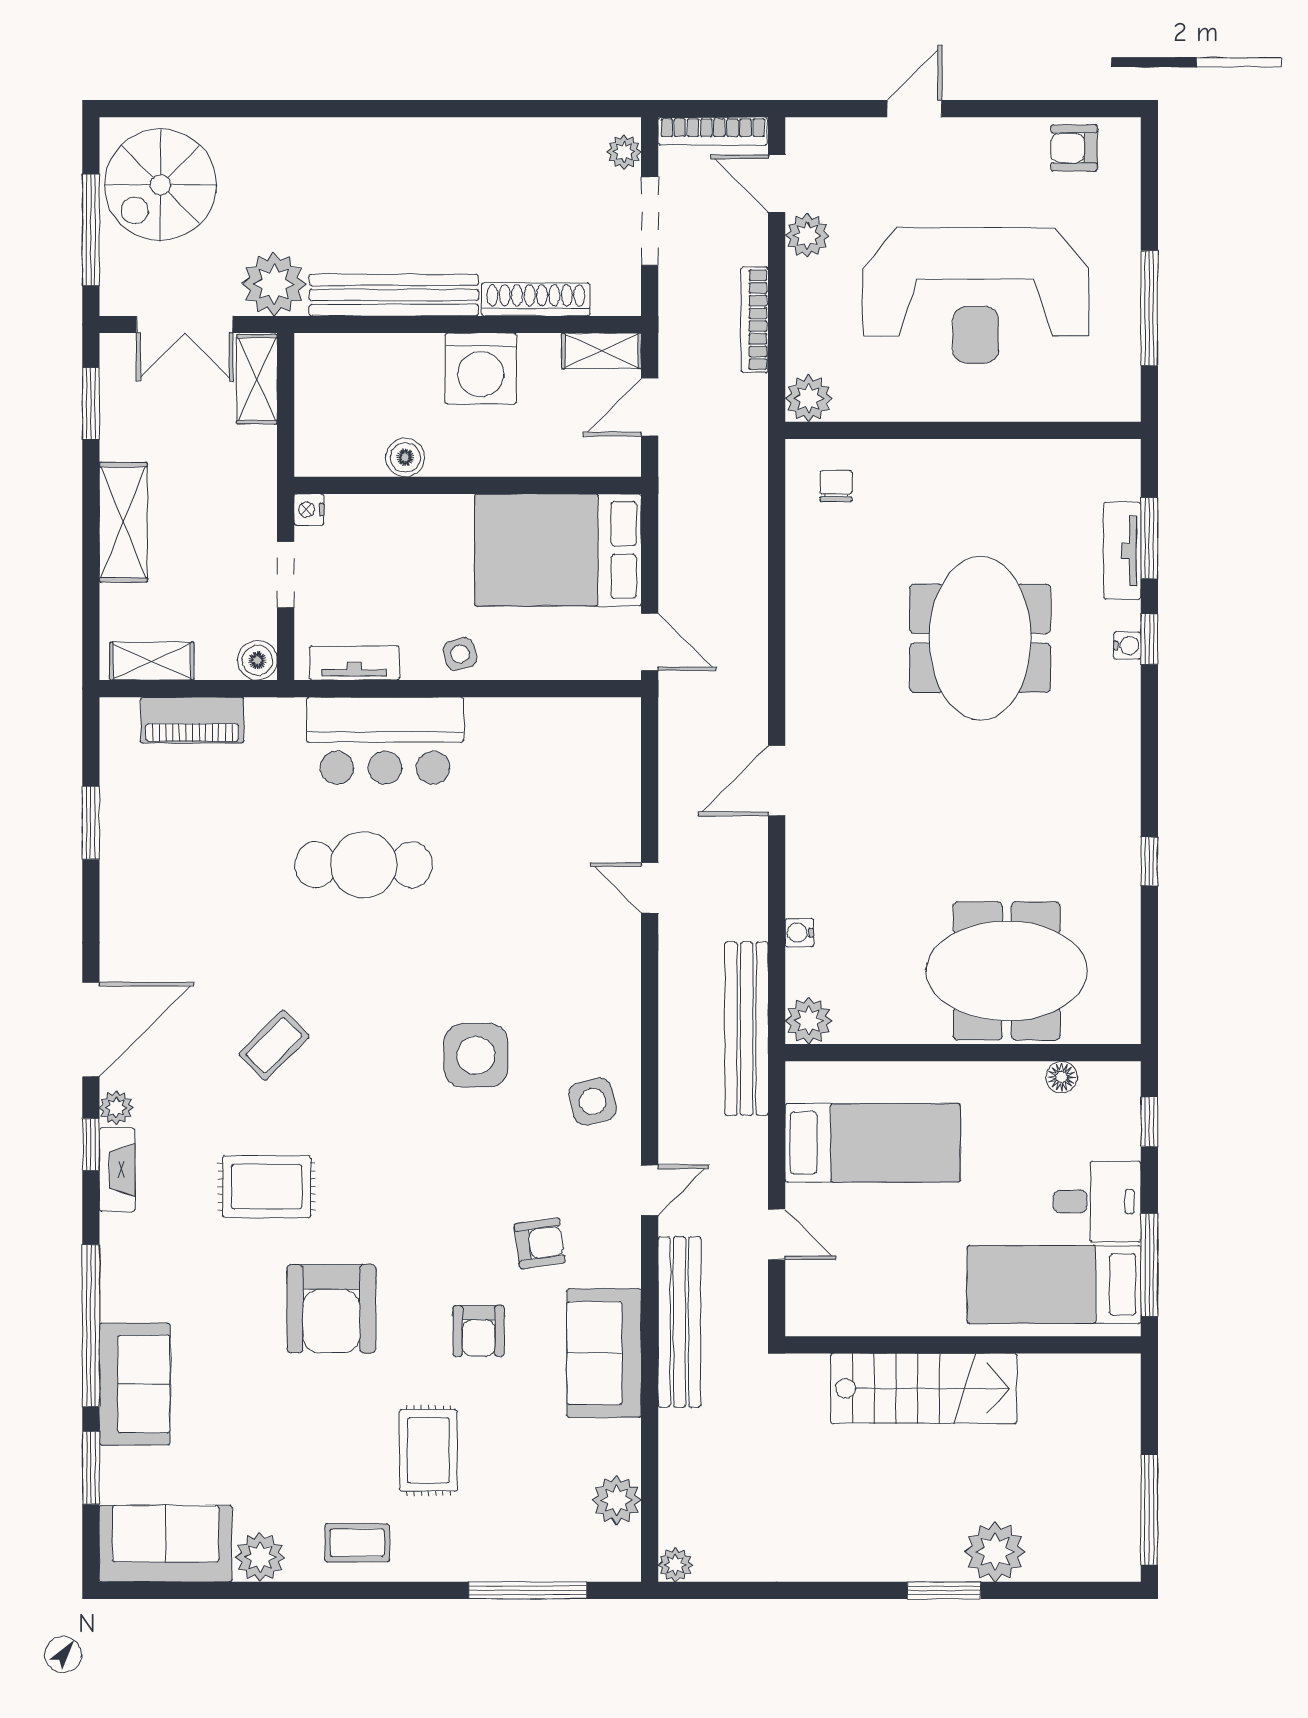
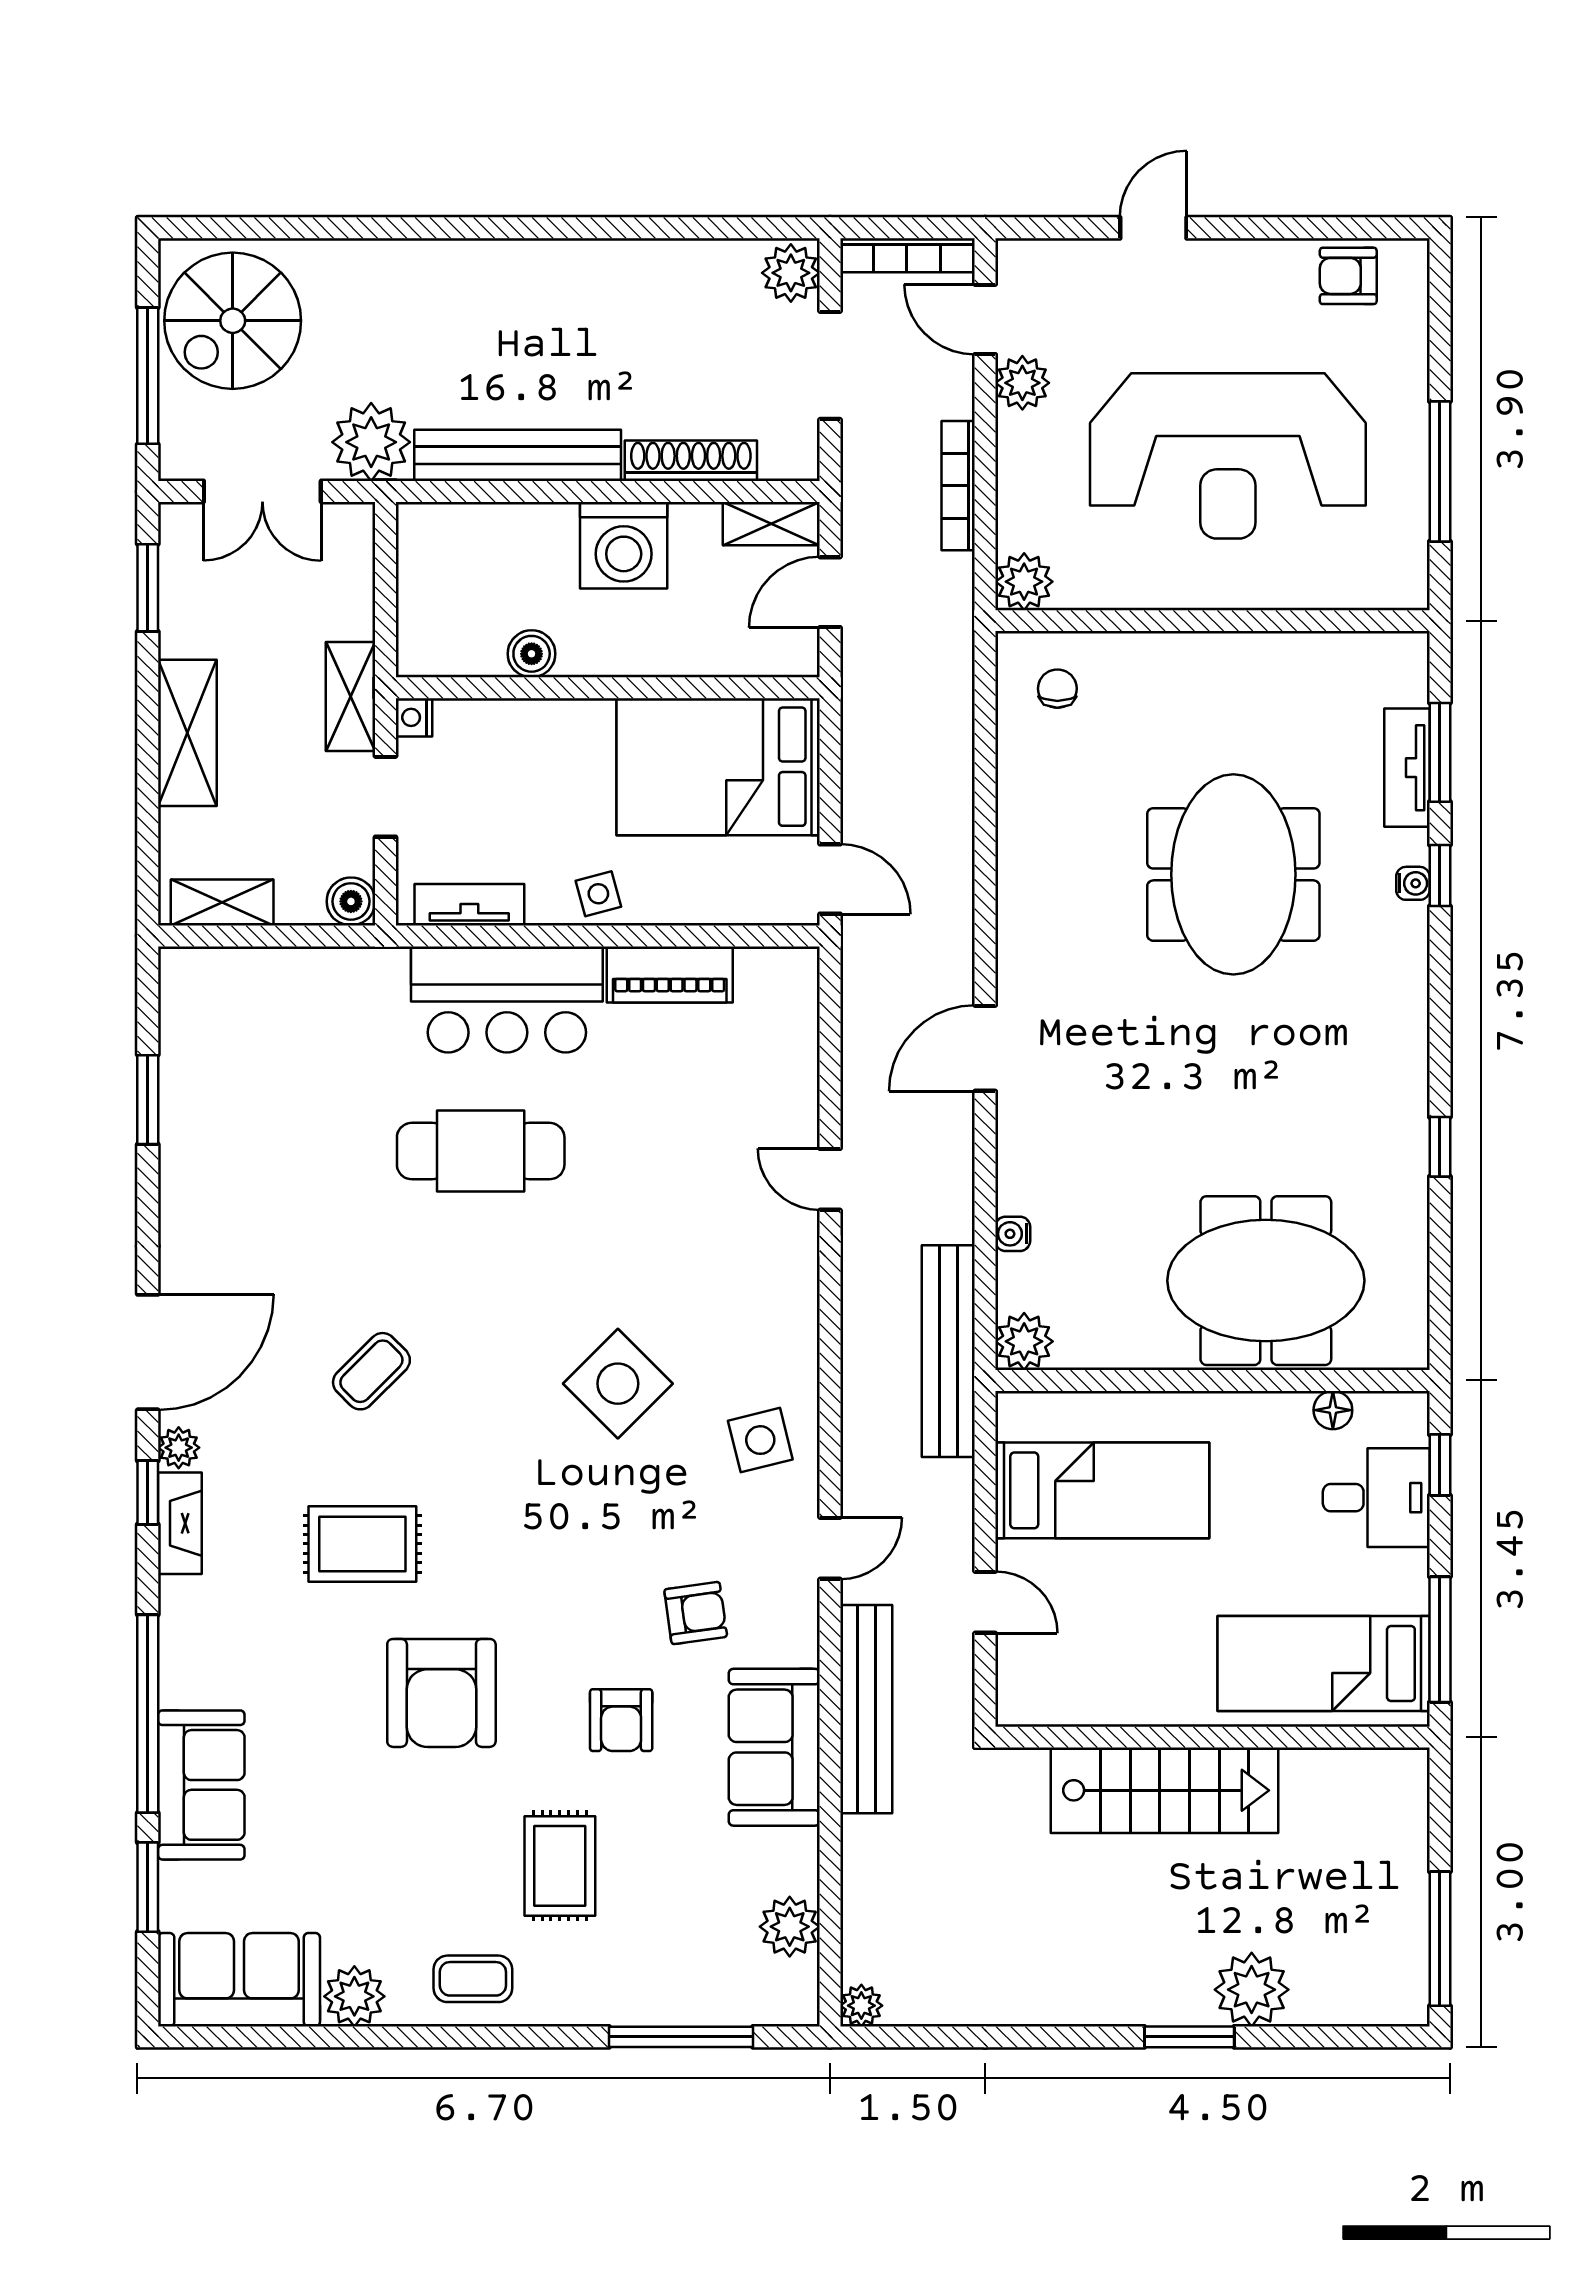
plant: (624, 152) -> (791, 273), width x1.38, depth x1.38
shelving: (257, 379) -> (351, 697), moved
piano: (192, 720) -> (670, 974), moved
side table: (476, 1055) -> (618, 1384), turned 45
desk: (1097, 1202) -> (1376, 1498), moved

